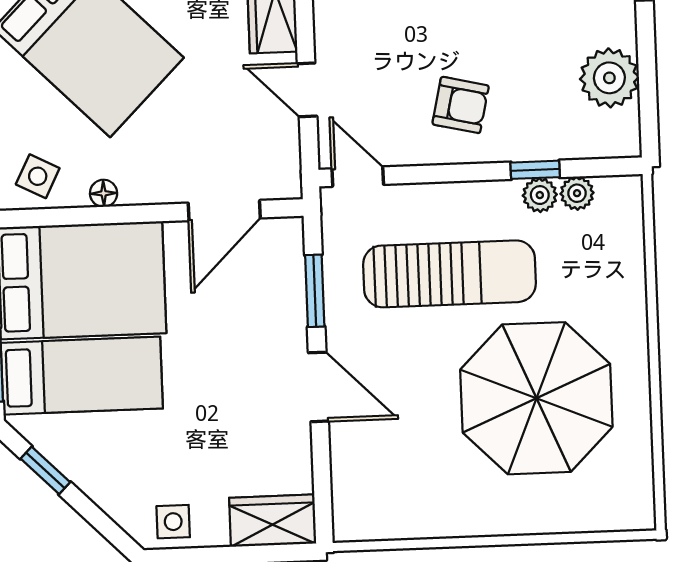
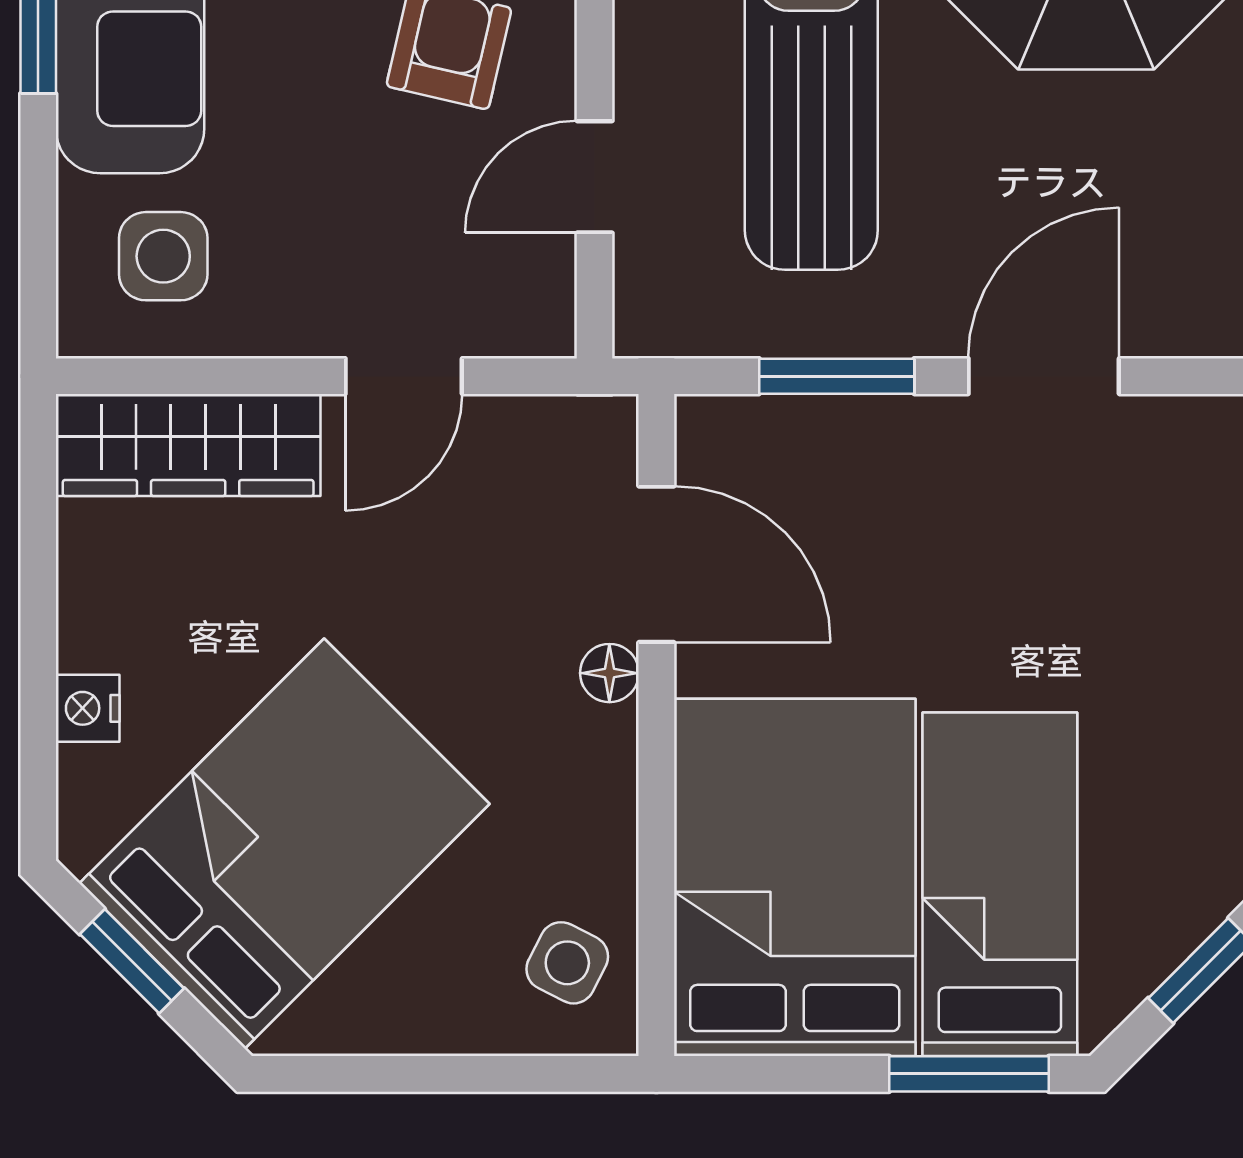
door: (358, 177) -> (595, 177), moved
floor lamp: (104, 193) -> (609, 673), moved

